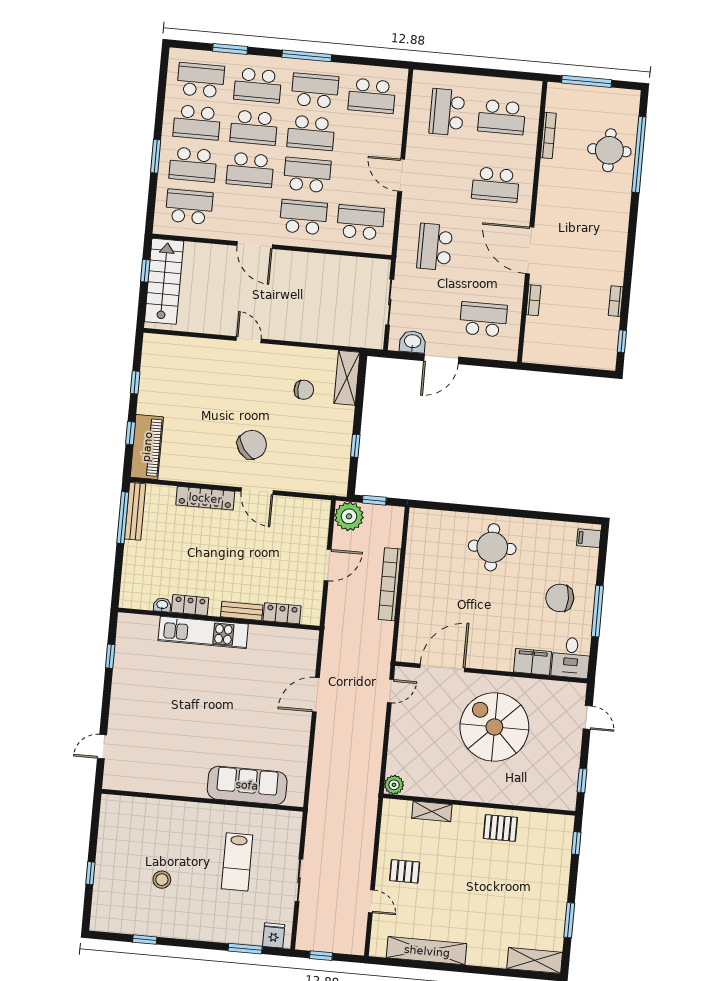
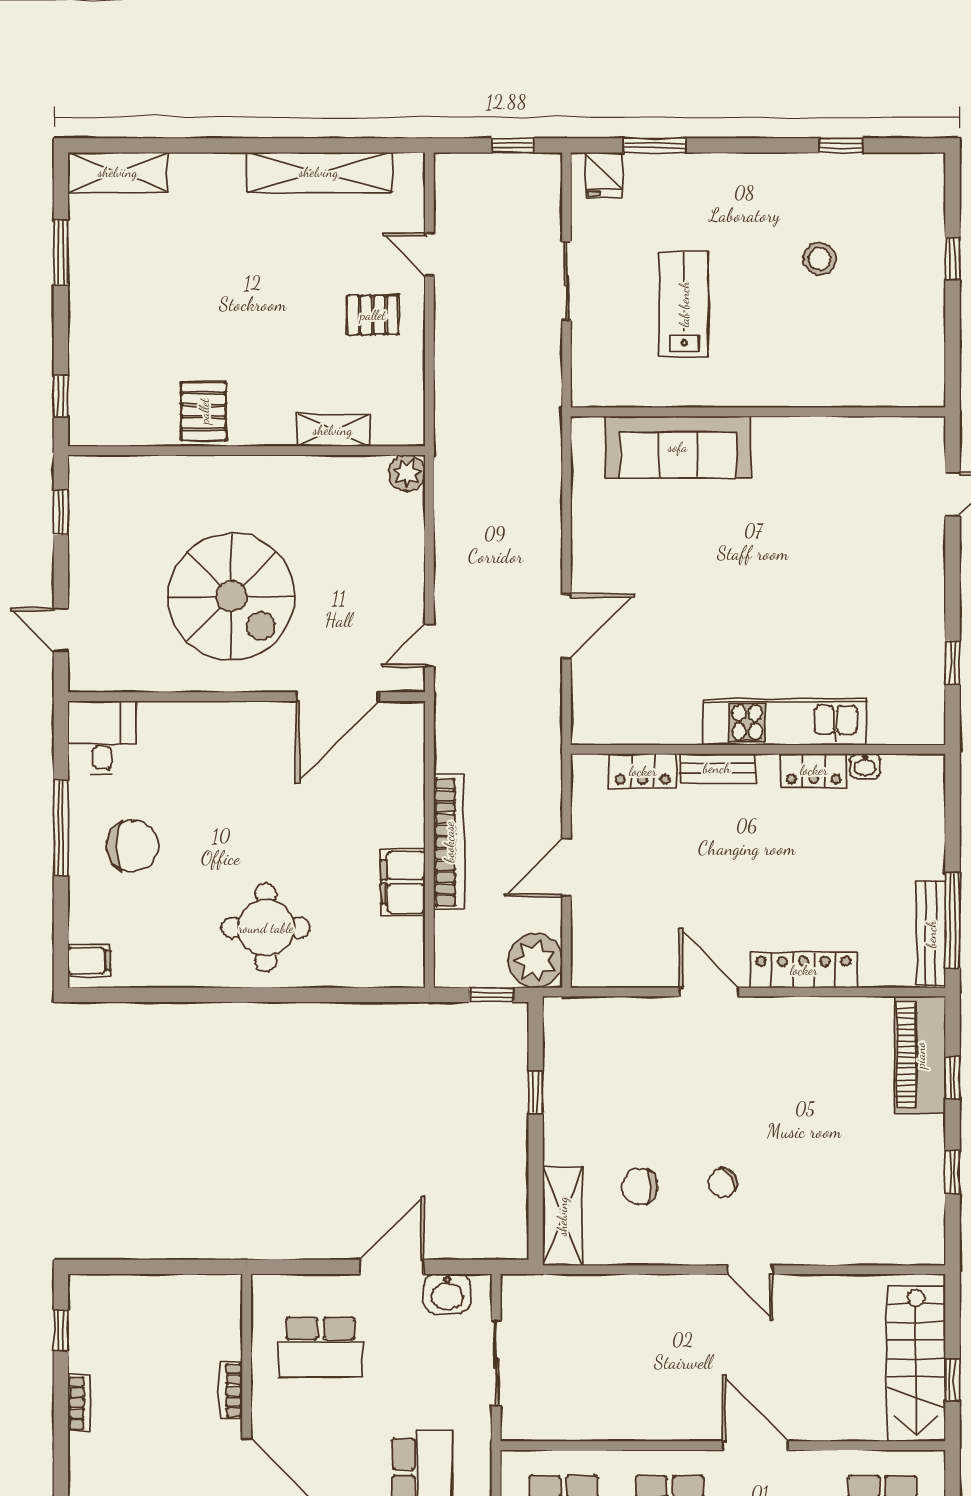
chair: (252, 445) -> (723, 1183), moved, width x0.54, depth x0.54
filing cabinet: (532, 662) -> (403, 882), moved, turned 90
pallet: (500, 828) -> (204, 411), turned 90

